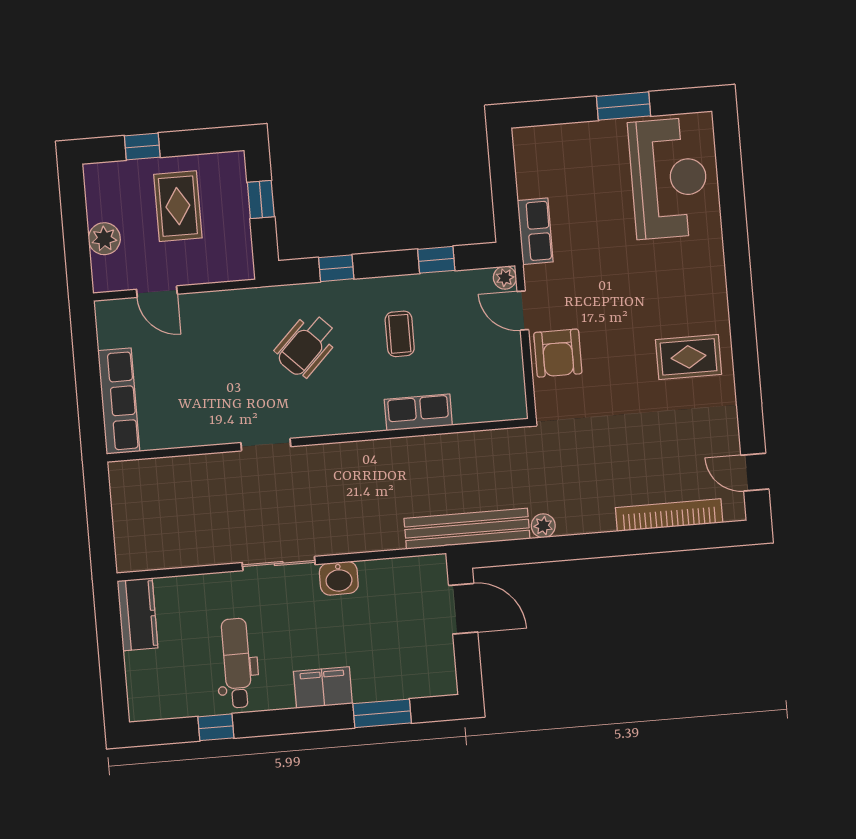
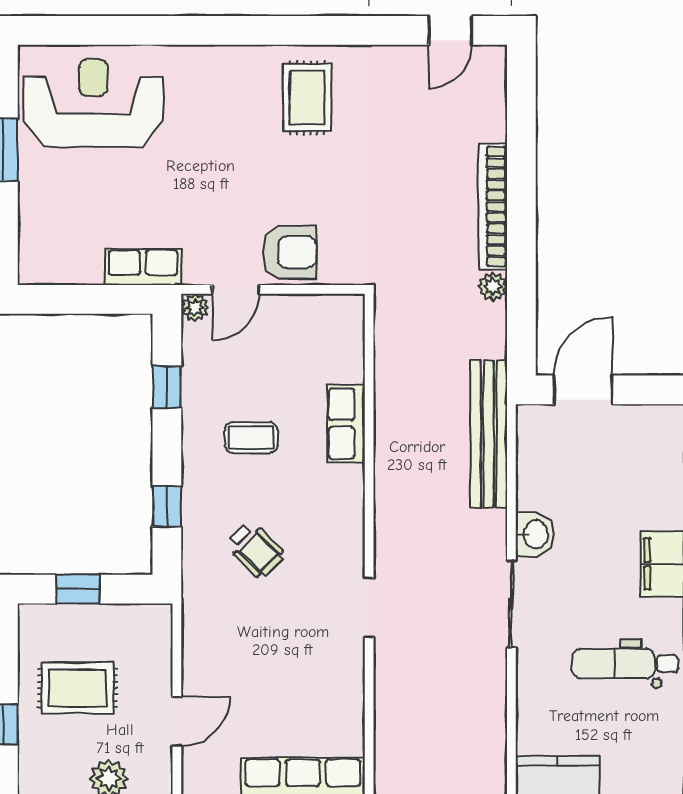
wheelchair: (306, 345) -> (255, 550), width x0.73, depth x0.73
bookcase: (669, 515) -> (493, 207), moved
bench: (467, 529) -> (489, 434), moved

